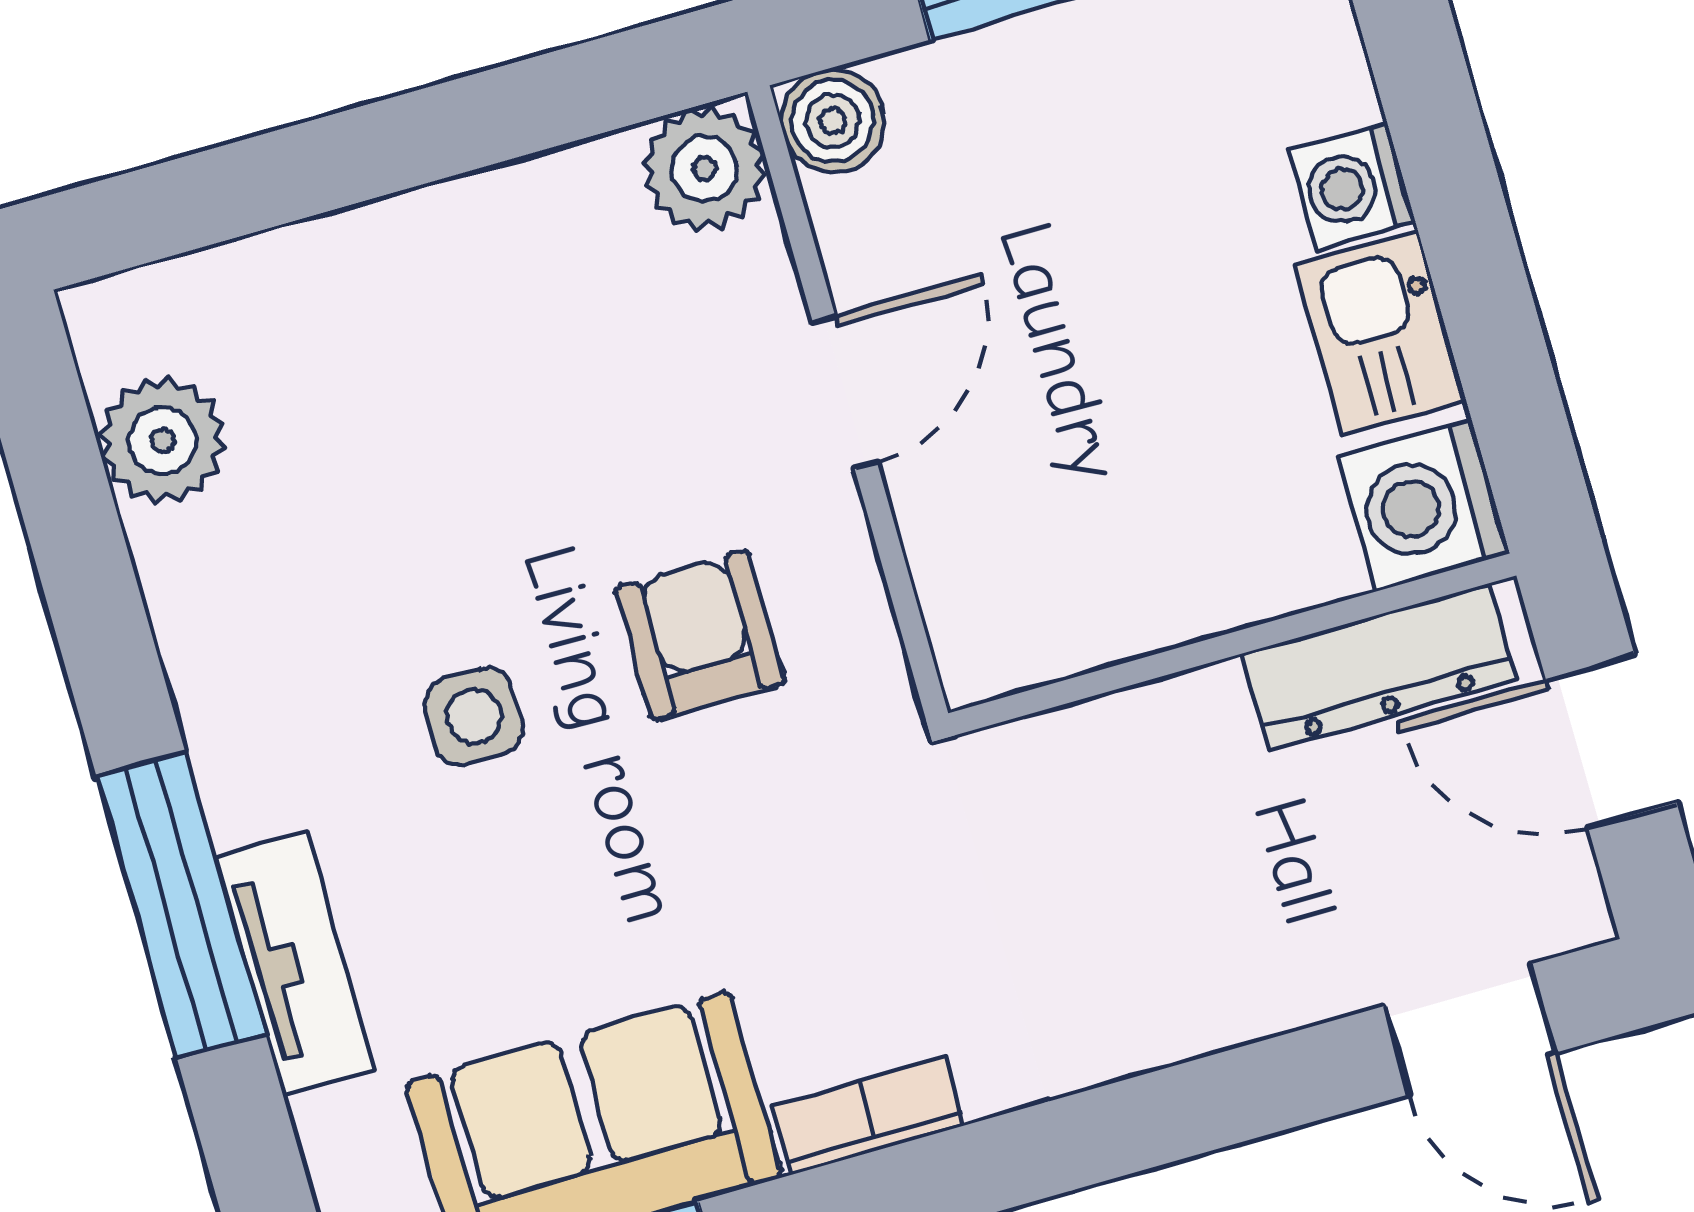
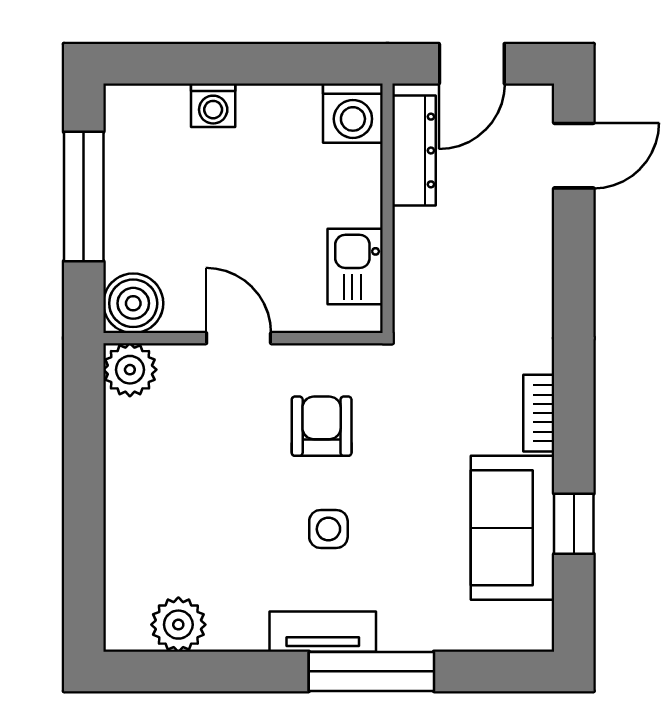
boiler: (833, 121) -> (133, 303), width x1.36, depth x1.36
kitchen sink: (1381, 333) -> (355, 267), moved, turned 90
armchair: (700, 636) -> (322, 426), turned 90
tv unit: (294, 963) -> (323, 632), moved

